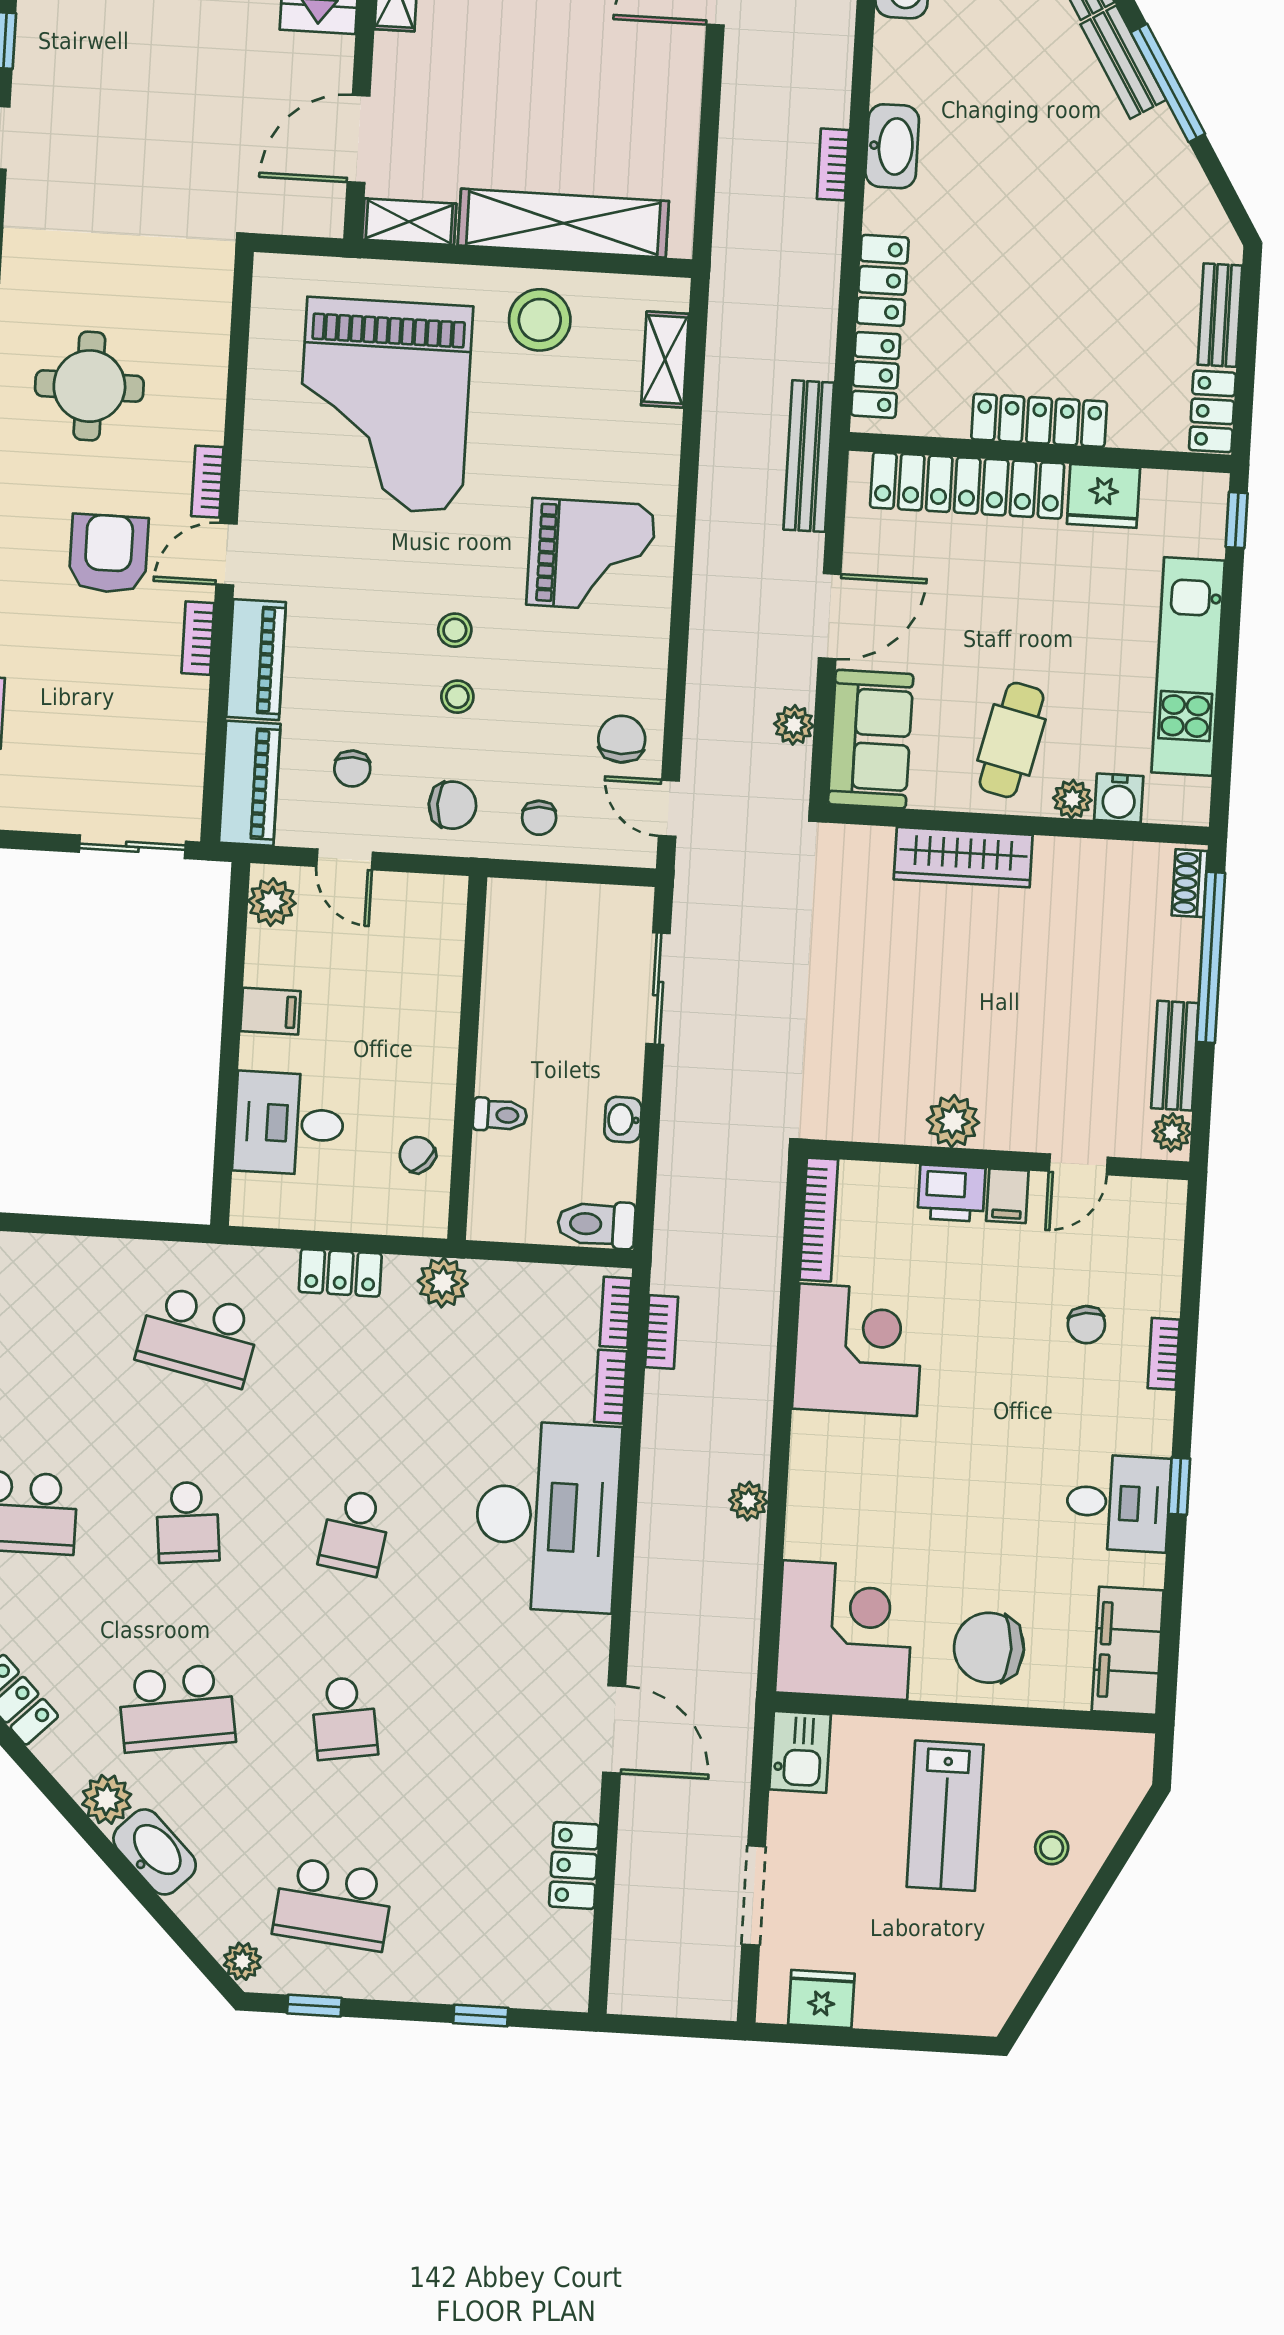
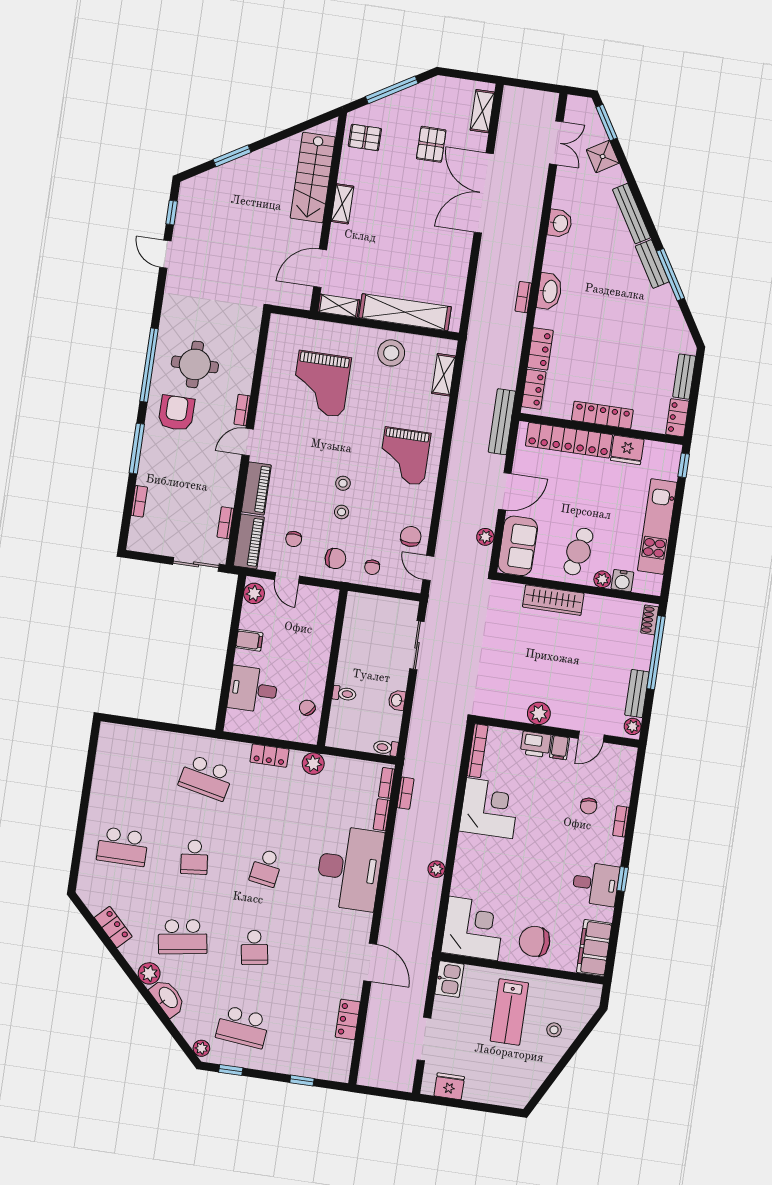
grand piano: (384, 405) -> (321, 384), width x0.73, depth x0.68
armchair: (109, 554) -> (176, 413), moved
grand piano: (591, 555) -> (404, 456), turned 90
bookcase: (198, 638) -> (225, 523), moved
toilet: (596, 1224) -> (386, 748), width x0.73, depth x0.72

